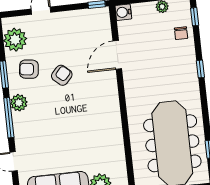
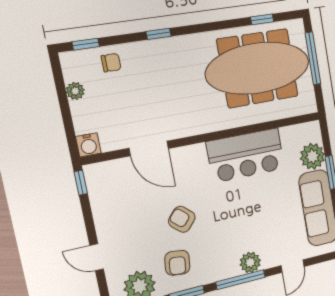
plant: (19, 103) -> (250, 262), moved
bar counter: (106, 129) -> (246, 155), added

